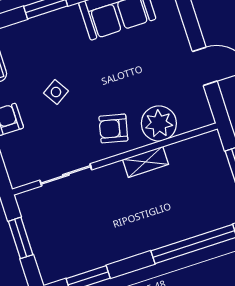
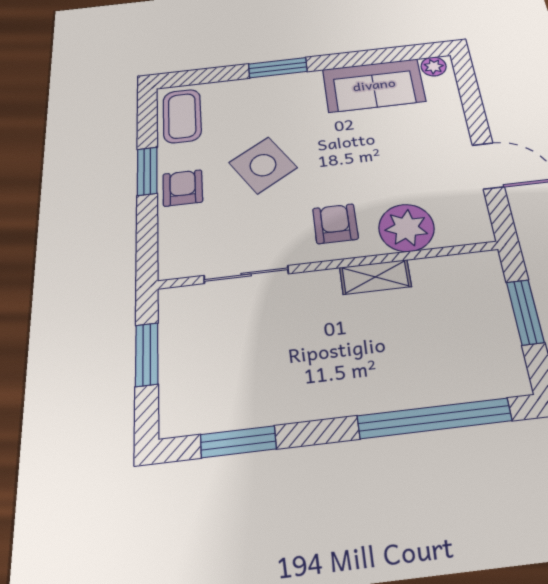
side table: (56, 92) -> (263, 165), width x1.87, depth x1.87
armchair: (113, 129) -> (335, 224), turned 77

